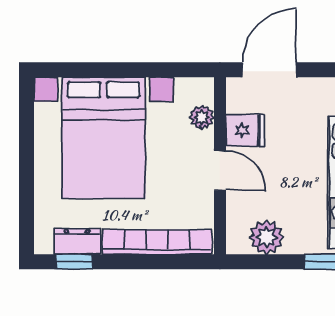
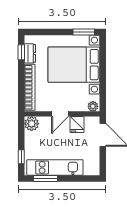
window: (26, 115) -> (84, 32), added
plant: (202, 117) -> (93, 106), moved
plant: (266, 237) -> (32, 124), moved

